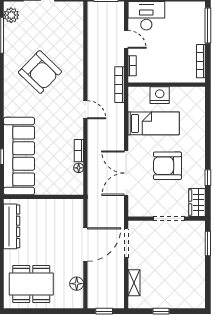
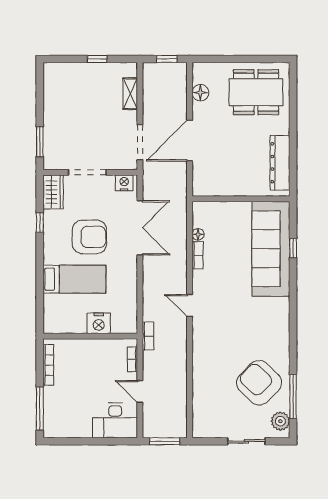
armchair: (40, 72) -> (259, 383), moved
bookcase: (119, 85) -> (148, 336), width x0.64
bed: (154, 123) -> (74, 279), moved, turned 180
nightstand: (139, 210) -> (124, 183), added

